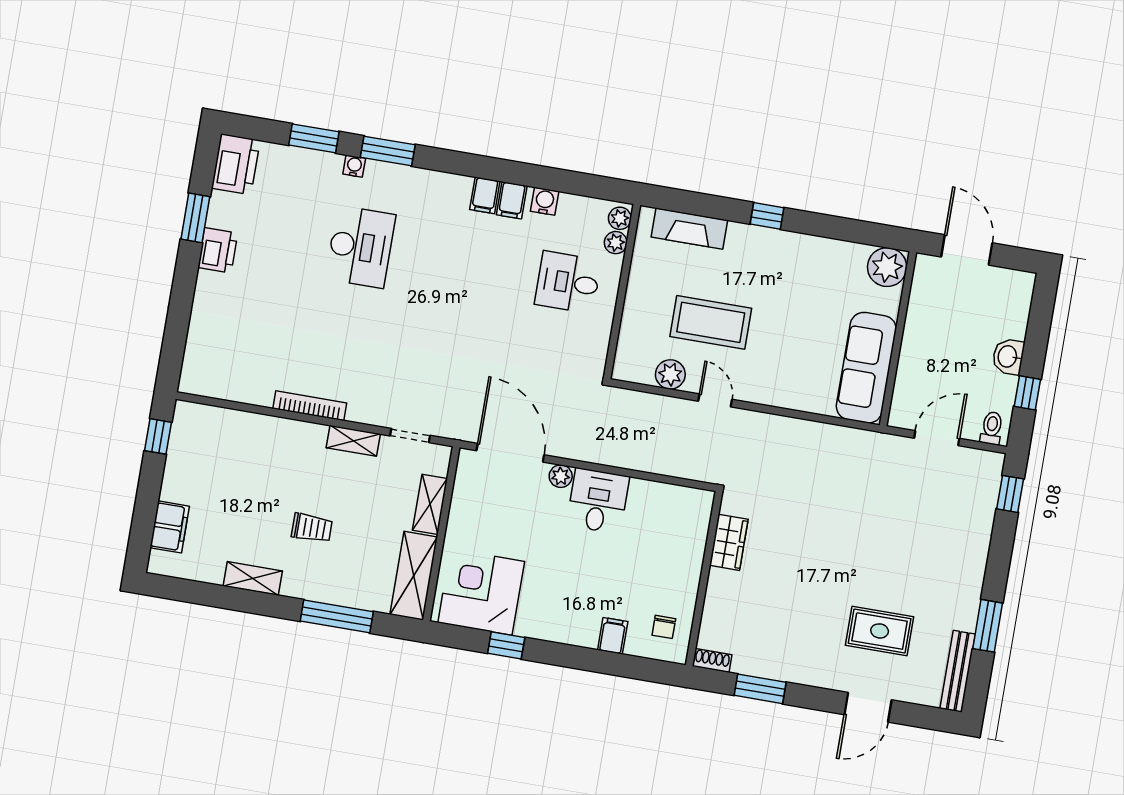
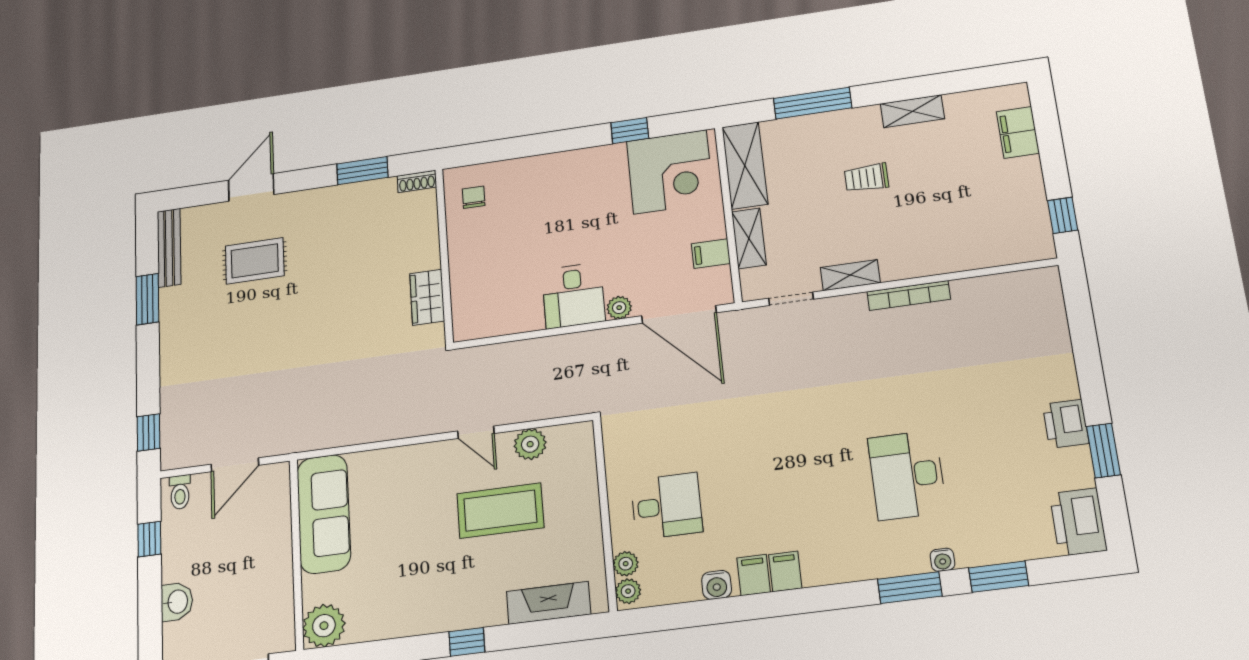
washbasin: (1008, 357) -> (177, 602), moved
filing cabinet: (613, 636) -> (711, 254), moved, turned 90

